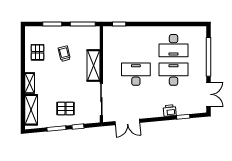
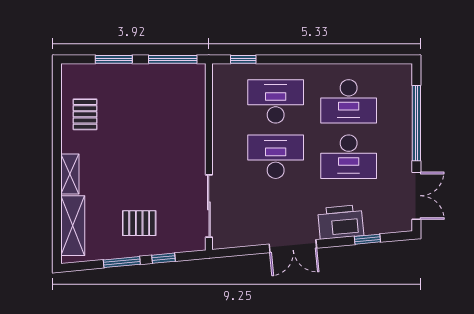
desk: (136, 46) -> (276, 101), added
trolley: (64, 54) -> (137, 117), removed
shelving: (93, 66) -> (193, 140), removed
desk: (174, 74) -> (349, 157), turned 180
printer: (170, 110) -> (341, 222), width x1.87, depth x1.48
double door: (127, 122) -> (293, 246), moved

